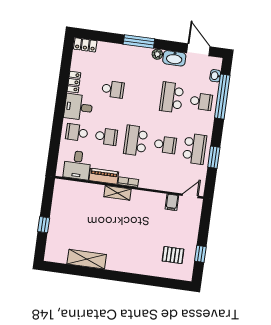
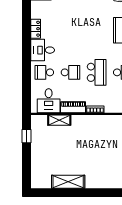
school desk: (113, 89) -> (70, 30), removed
school desk: (136, 141) -> (97, 72), turned 180
shelving: (118, 193) -> (59, 120), moved
window: (44, 225) -> (26, 136), moved

